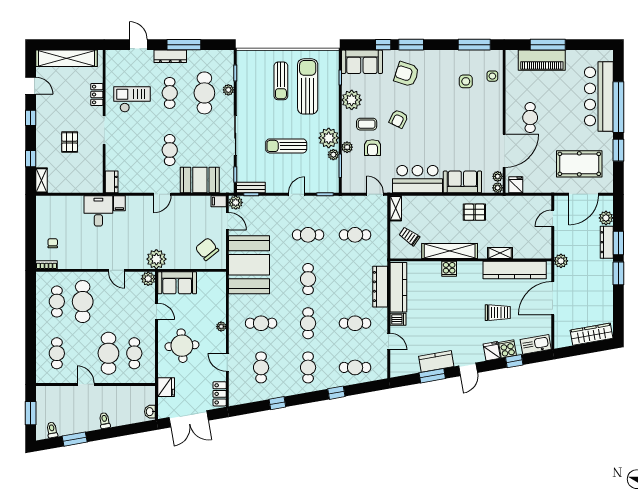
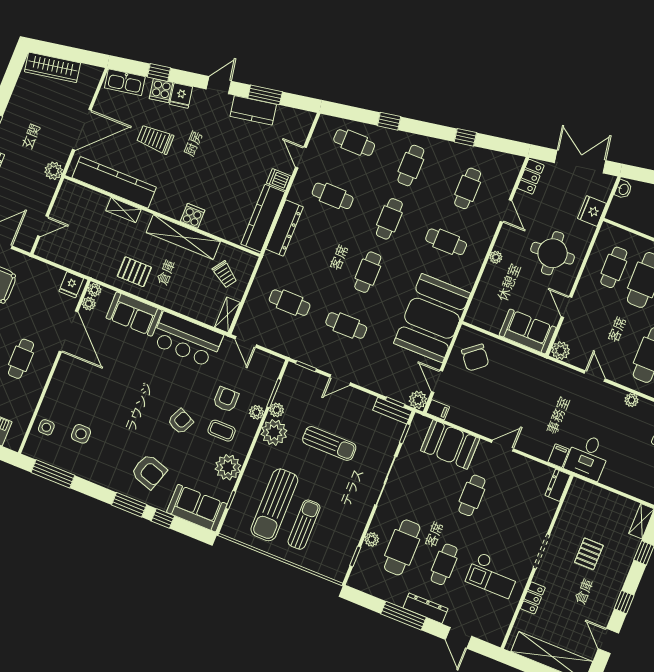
door: (504, 151) -> (68, 332), swing flipped
plant: (156, 259) -> (631, 400), moved, width x0.53, depth x0.53

